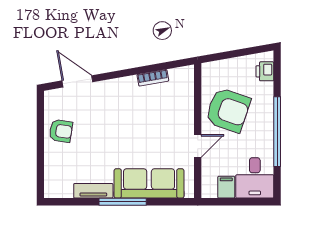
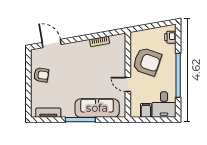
door: (198, 146) -> (128, 84), swing flipped
tv unit: (93, 191) -> (48, 113), moved

